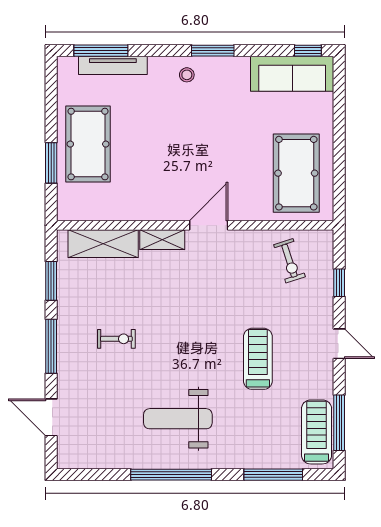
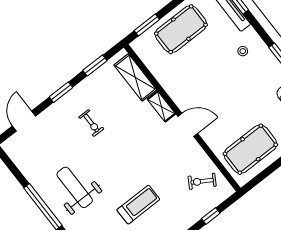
stool: (187, 75) -> (243, 51), moved
window: (51, 163) -> (147, 25), moved
exercise bike: (289, 261) -> (202, 181), turned 49
window: (51, 346) -> (61, 92), width x0.69

